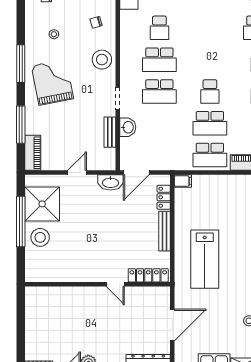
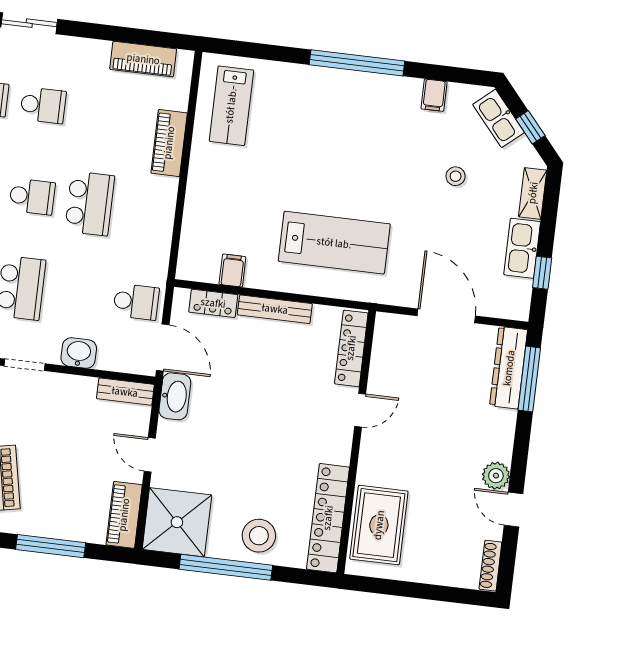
bench: (110, 132) -> (125, 392), moved
piano: (33, 153) -> (124, 515), moved, turned -90
school desk: (210, 155) -> (136, 302), moved, width x0.54
filing cabinet: (183, 181) -> (232, 271), moved
shower: (42, 204) -> (177, 522), moved
locker: (54, 274) -> (328, 518), added
rug: (54, 302) -> (379, 525), added

